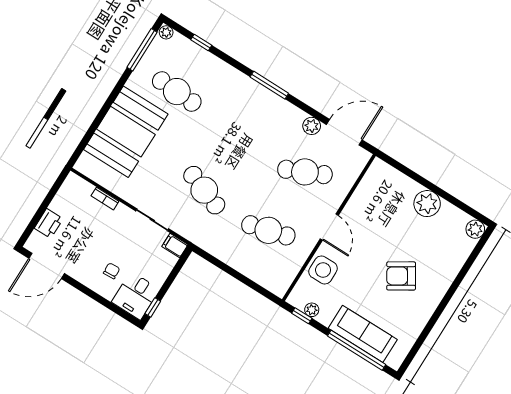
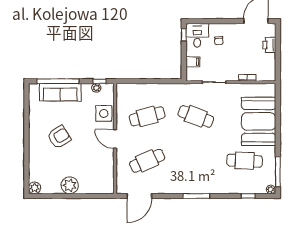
plant: (312, 126) -> (159, 188), removed
filing cabinet: (175, 246) -> (193, 62), moved

